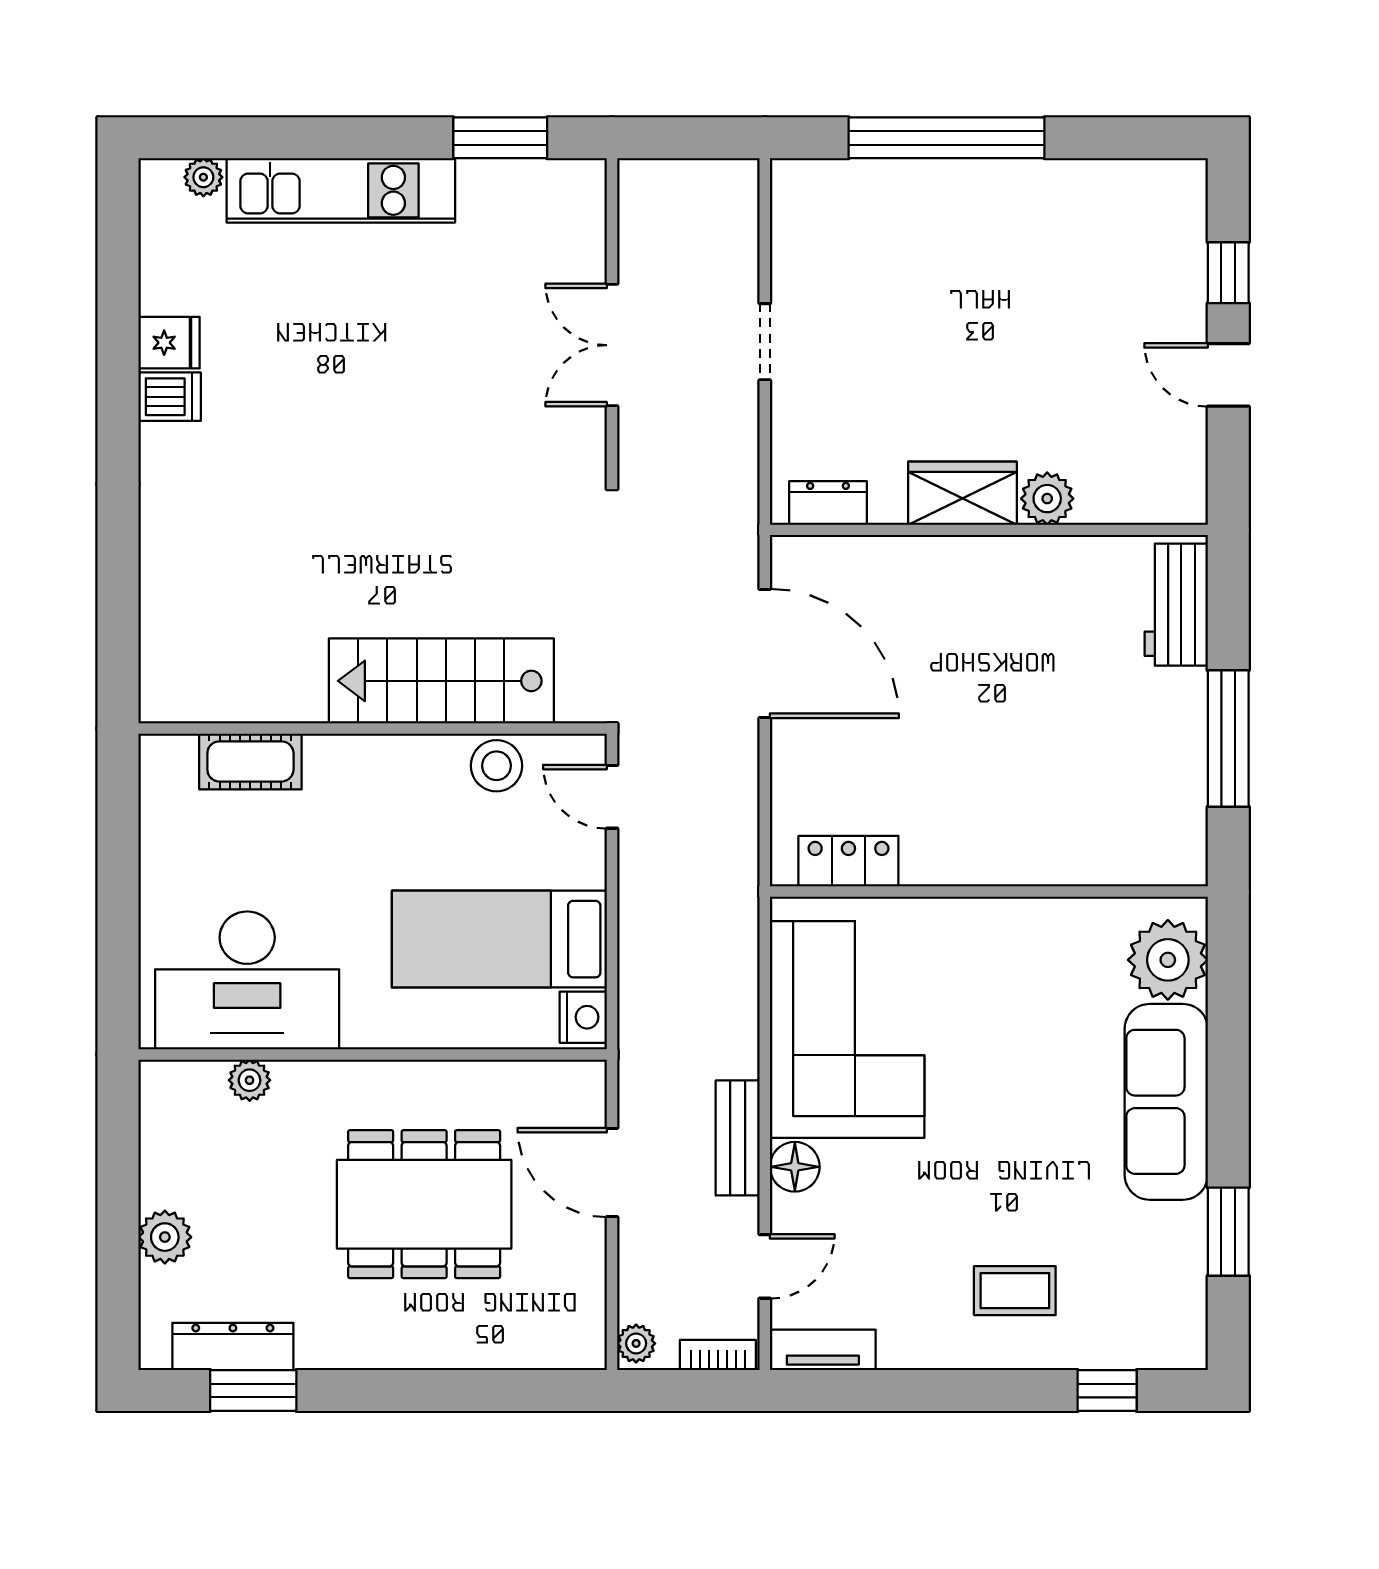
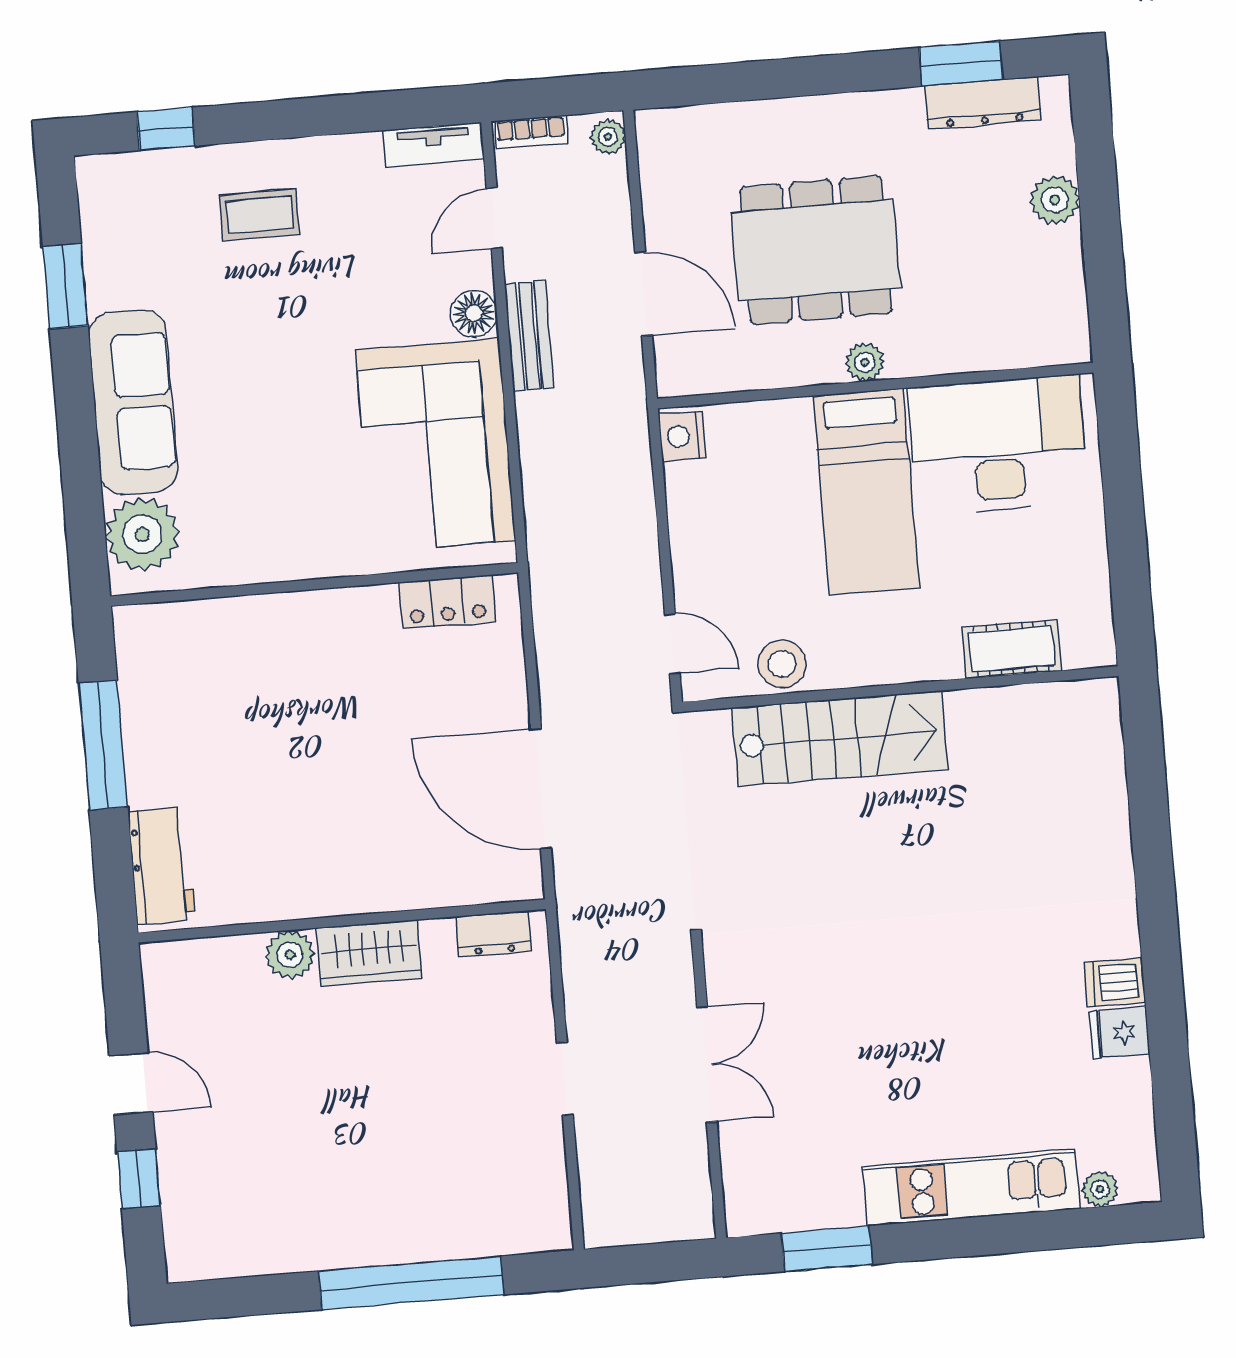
bed: (499, 939) -> (866, 492), moved, turned 90
plant: (250, 1080) -> (865, 362), moved

